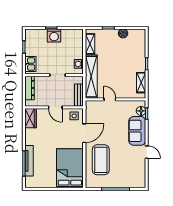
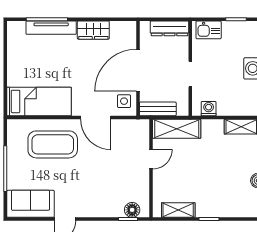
shelving: (91, 77) -> (177, 129), width x0.68
door: (55, 107) -> (138, 70), width x1.87
wardrobe: (30, 118) -> (93, 30), moved
sofa: (137, 131) -> (30, 204), moved
bed: (70, 168) -> (39, 101), width x0.67

